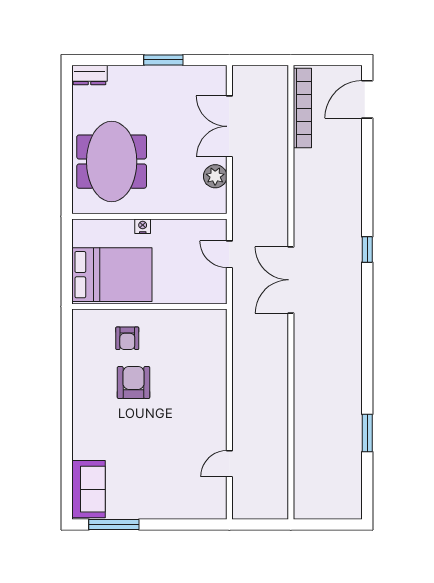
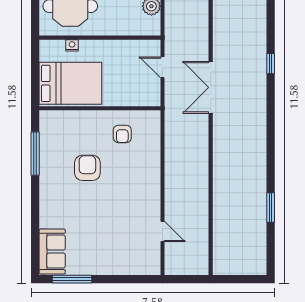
nightstand: (143, 226) -> (72, 45), moved
armchair: (127, 338) -> (122, 134), moved
window: (67, 364) -> (35, 154), added
door: (229, 464) -> (162, 231), swing flipped

